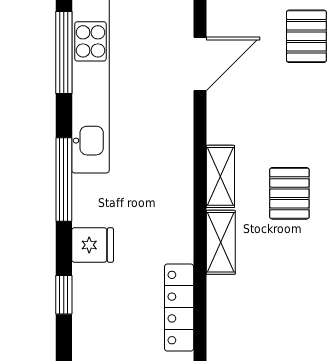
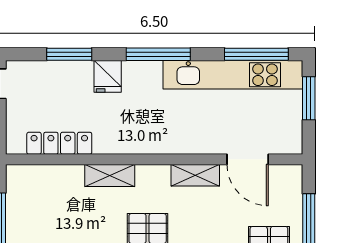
shelving: (220, 176) -> (195, 175), moved
window: (64, 295) -> (69, 54), width x1.50

